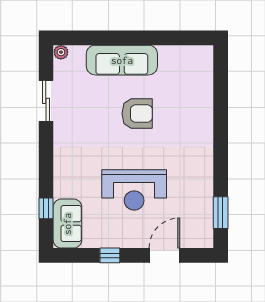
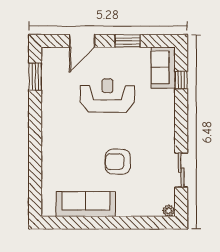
sofa: (122, 60) -> (86, 204), moved
armchair: (137, 114) -> (118, 162), moved
window: (110, 255) -> (128, 41), width x1.50

